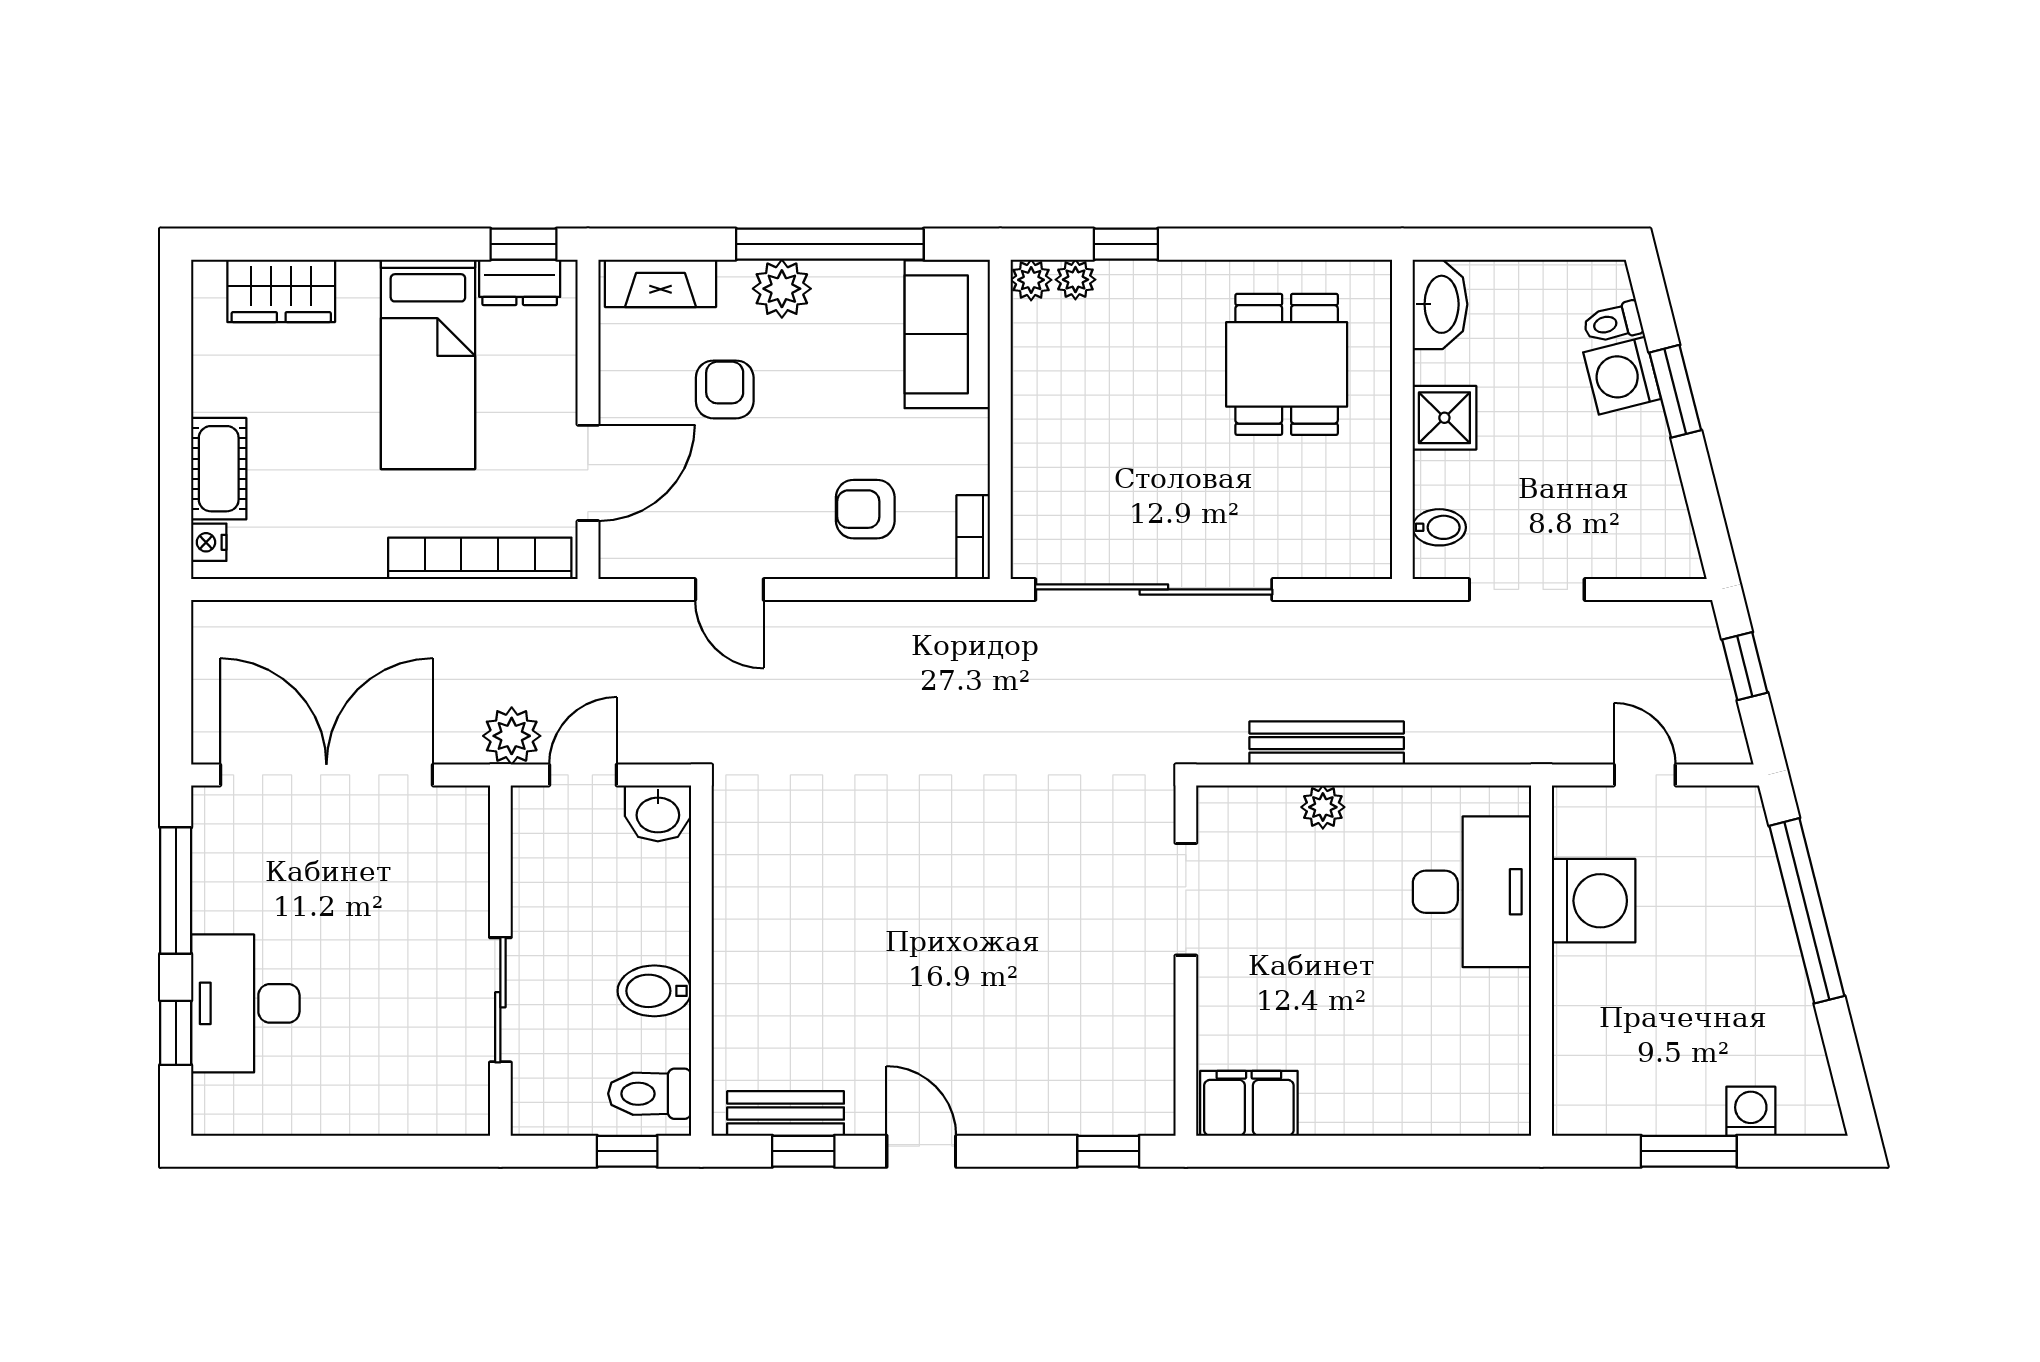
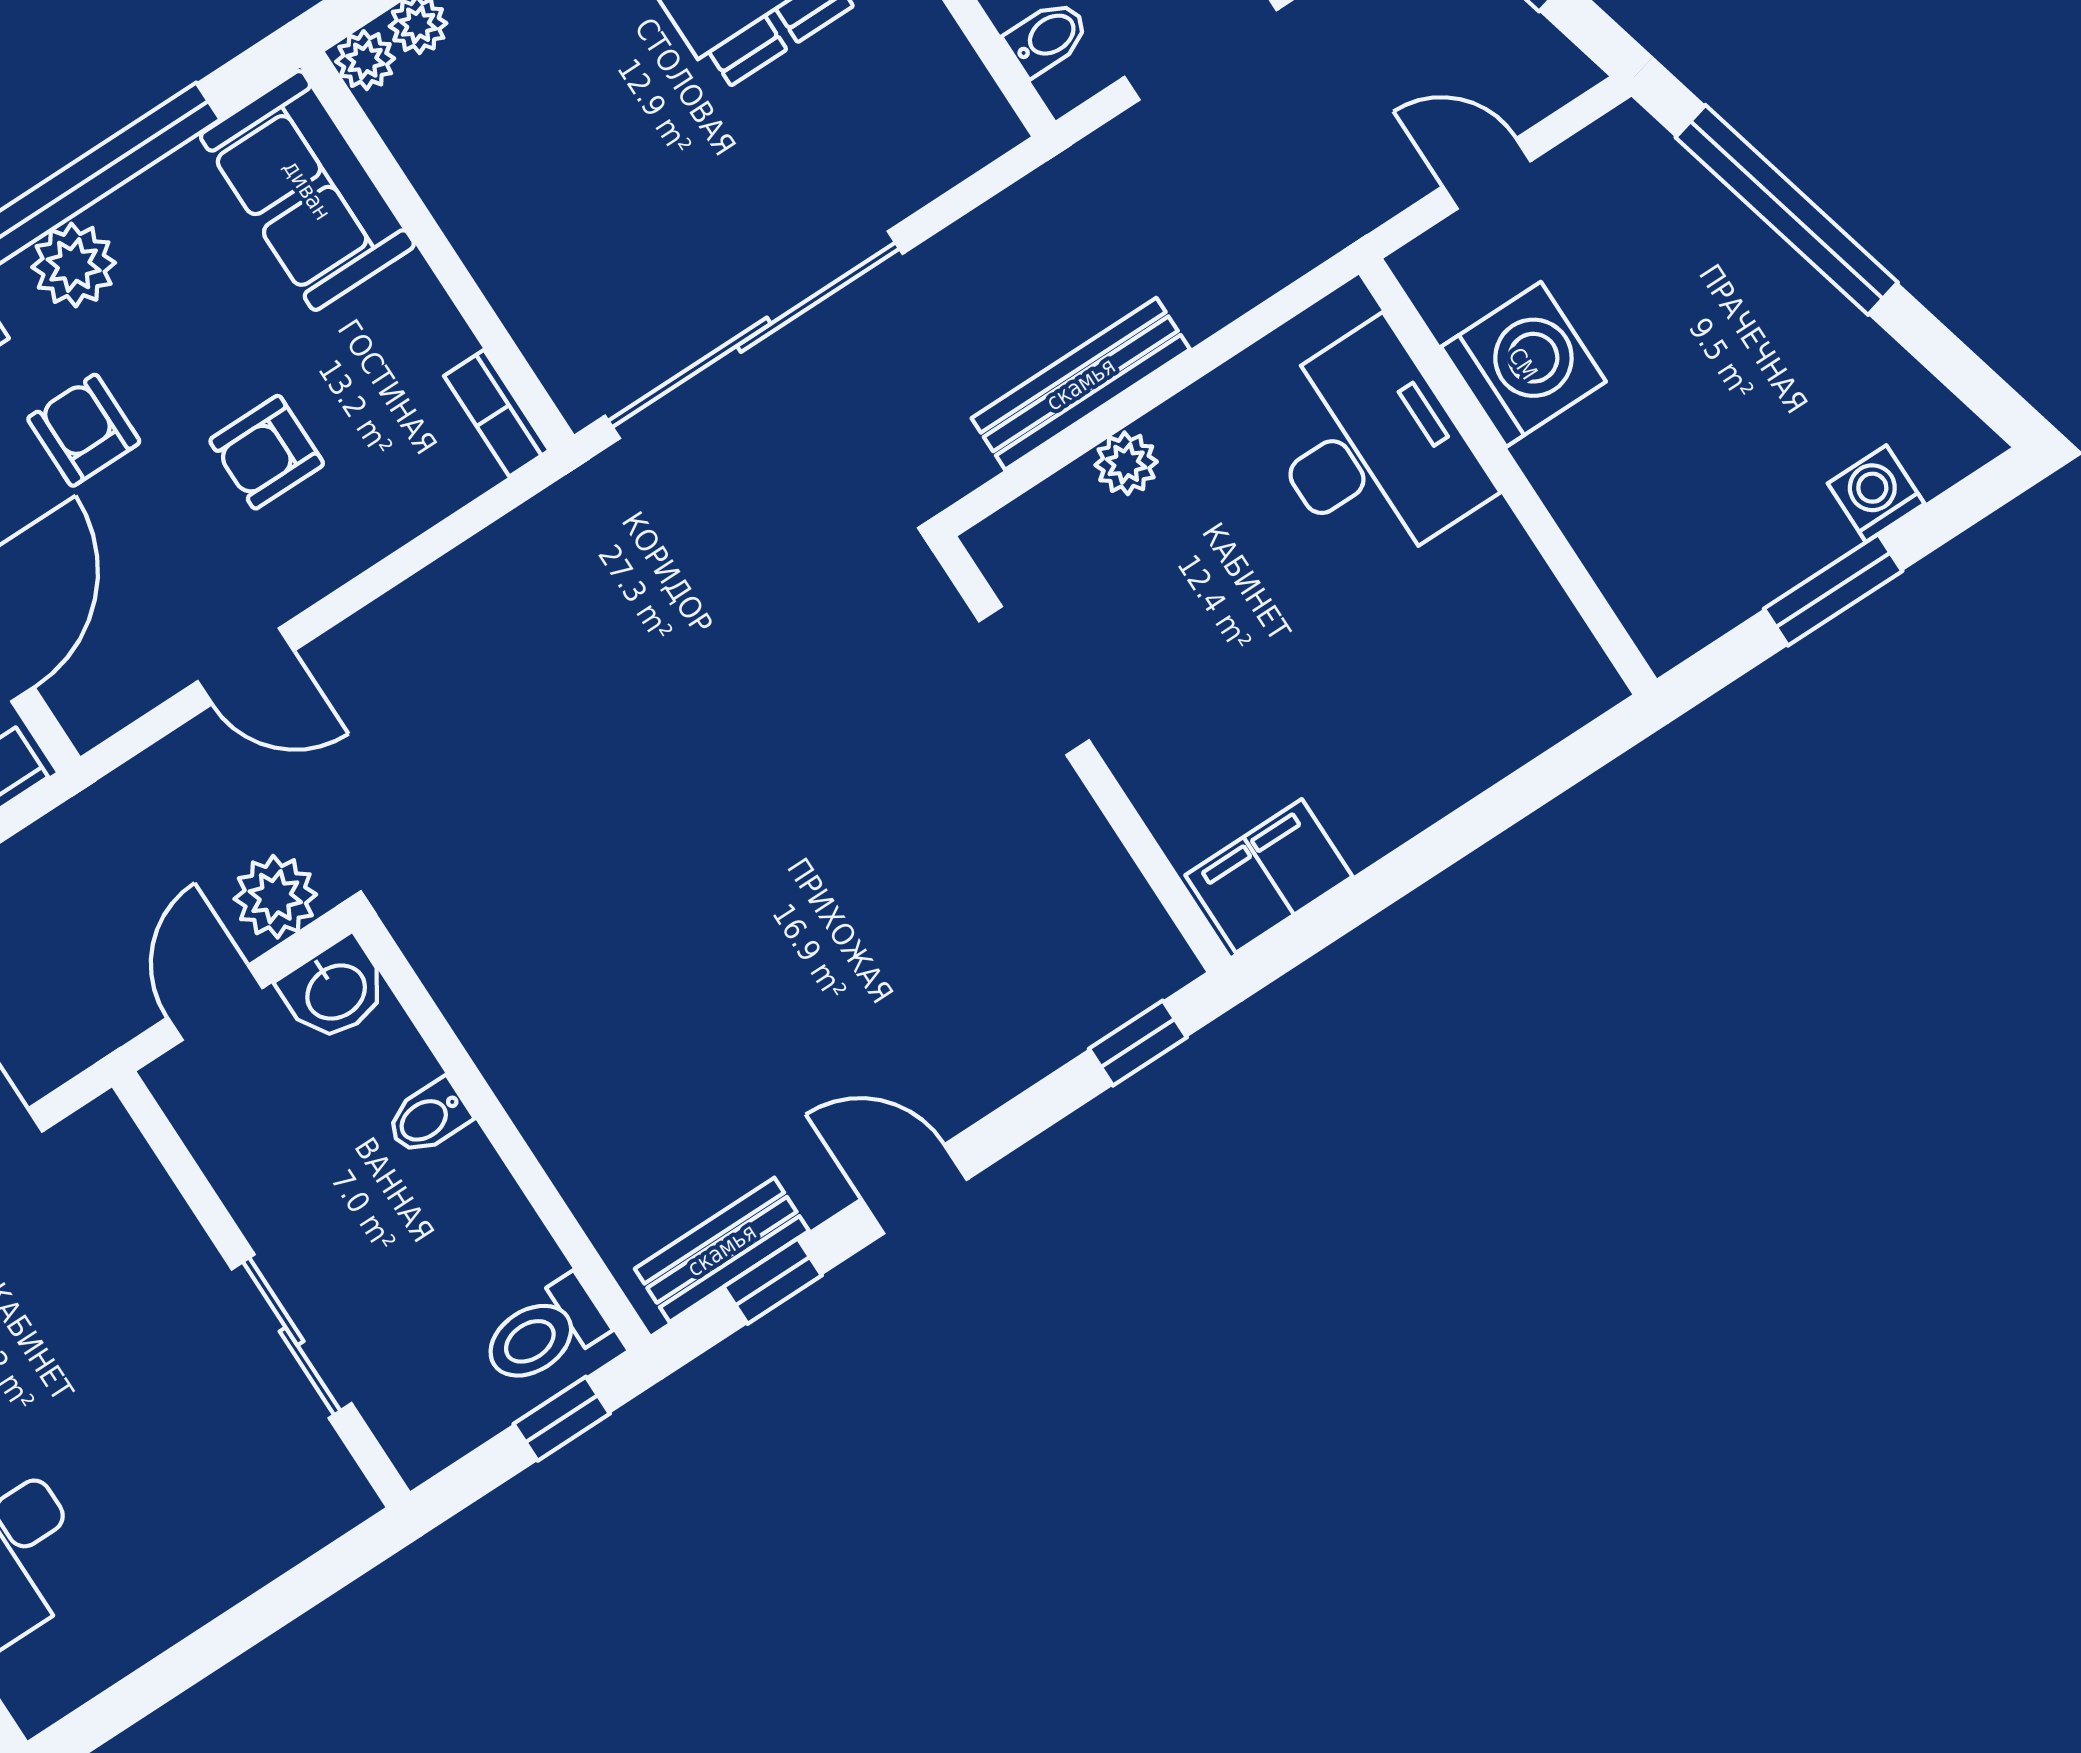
armchair: (865, 509) -> (267, 452), moved
plant: (512, 736) -> (275, 897), moved
bidet: (654, 991) -> (428, 1117), moved, width x0.72, depth x0.74

